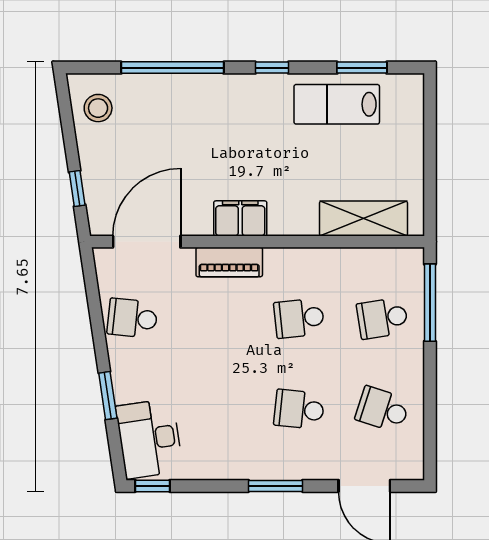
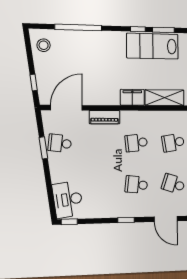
window: (272, 68) -> (138, 29), moved
lab bench: (337, 104) -> (152, 46), width x1.36, depth x1.39
filing cabinet: (240, 218) -> (132, 97), moved
window: (108, 396) -> (43, 148), moved
window: (275, 486) -> (126, 220), width x0.67

